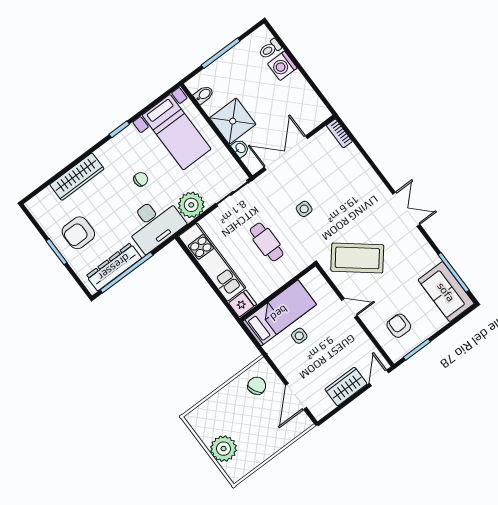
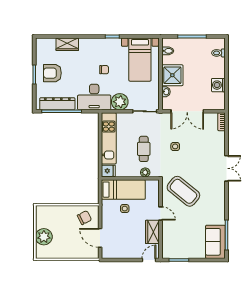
washing machine: (282, 66) -> (218, 85), moved
double door: (286, 153) -> (187, 111), swing flipped
wardrobe: (77, 177) -> (67, 44), width x0.67
double door: (406, 209) -> (226, 168), moved
plant: (291, 270) -> (145, 172), added
armchair: (399, 326) -> (179, 241), removed
wardrobe: (346, 387) -> (152, 232), moved, turned -90
door: (296, 396) -> (100, 238), hinge flipped

